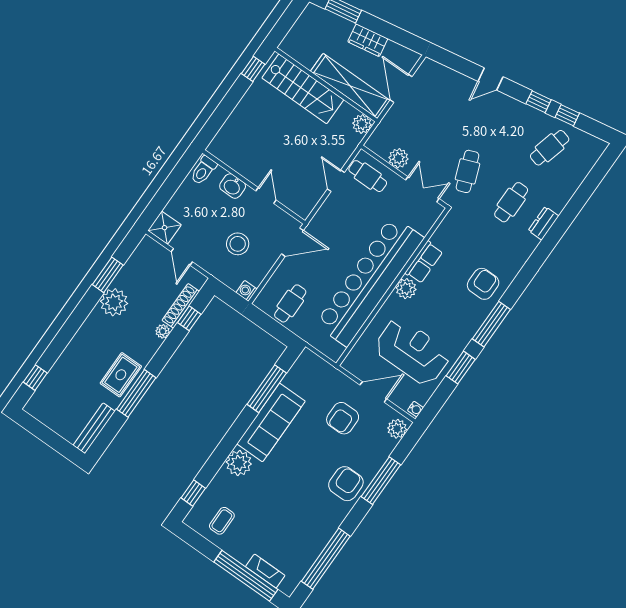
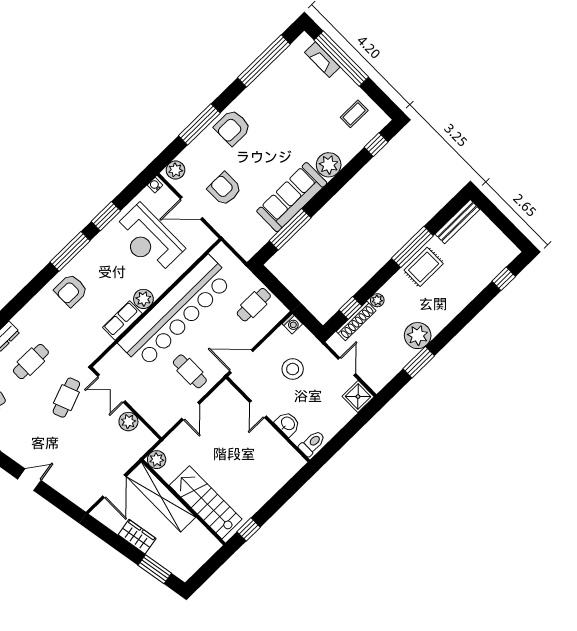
cafe table: (368, 176) -> (190, 371), moved
armchair: (343, 418) -> (224, 189), turned -90

